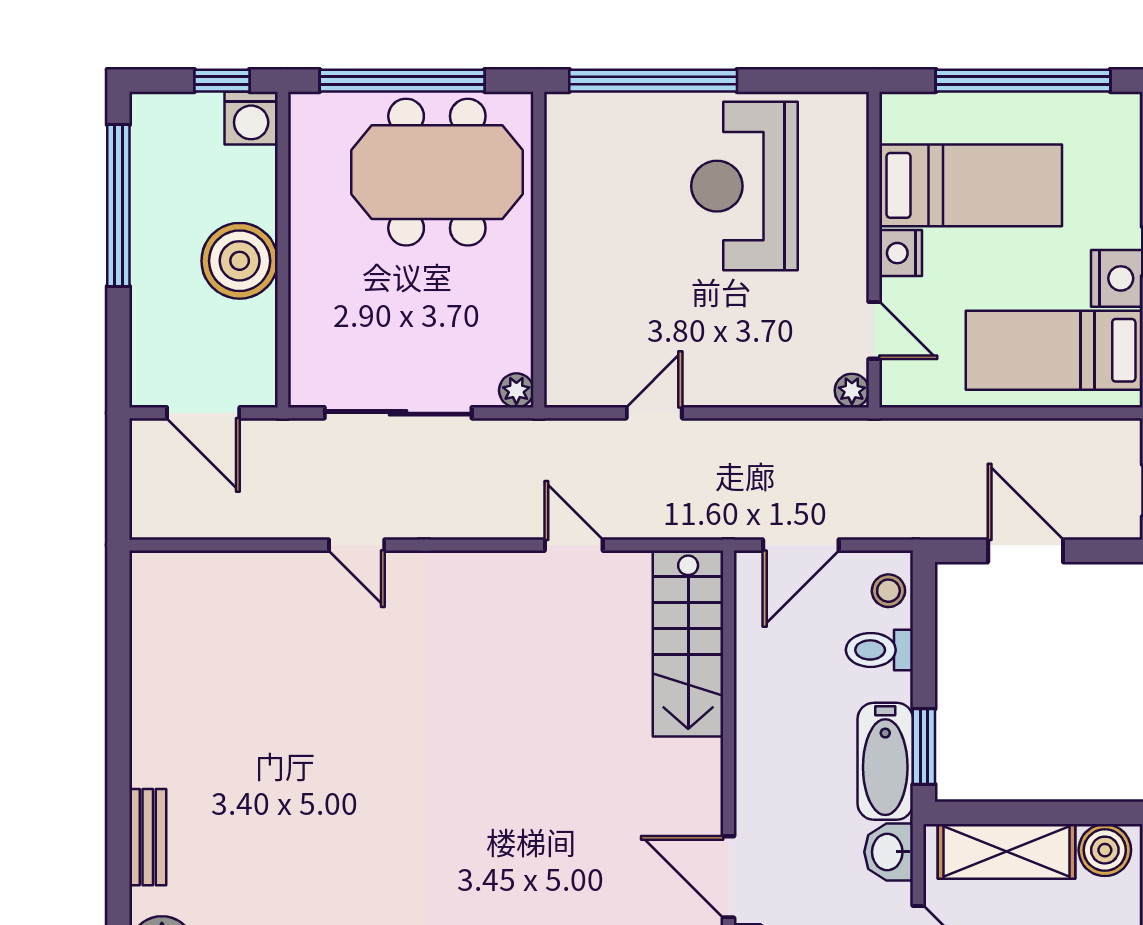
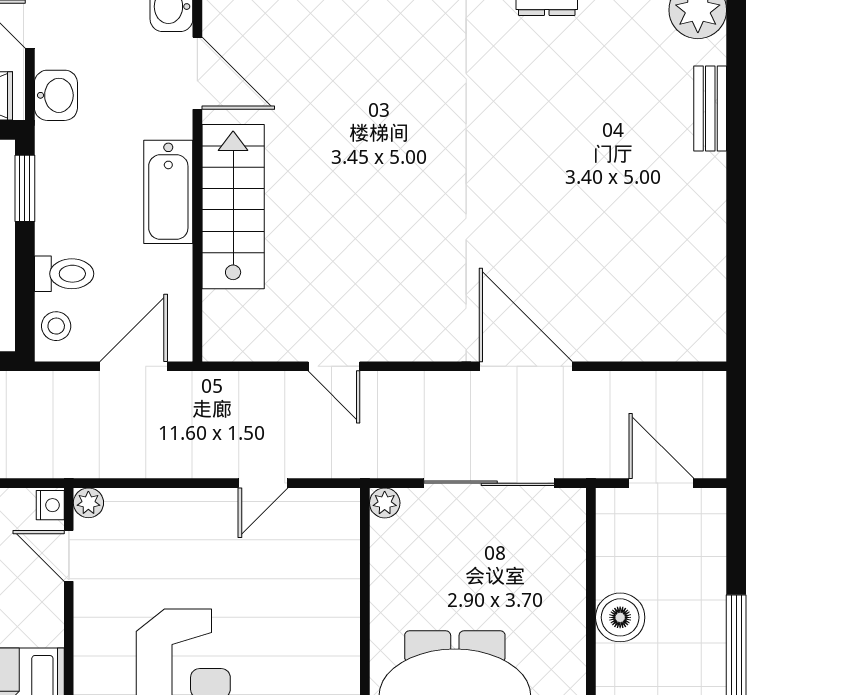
nightstand: (901, 253) -> (50, 505), moved, width x0.72, depth x0.74
boiler: (240, 261) -> (620, 617), width x0.73, depth x0.73
door: (357, 545) -> (526, 366), width x1.88
stairs: (688, 643) -> (233, 207), moved
bathtub: (885, 761) -> (168, 192), moved, turned 180

